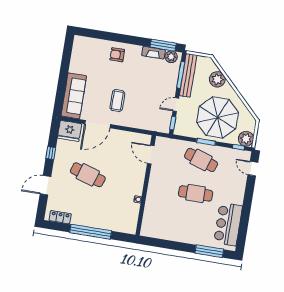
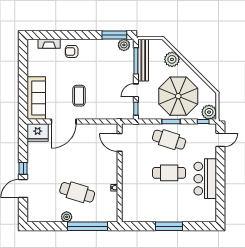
fireplace: (153, 53) -> (49, 44), moved
window: (51, 153) -> (23, 168), moved
door: (253, 169) -> (220, 140), swing flipped
cafe table: (88, 175) -> (77, 192), moved
locker: (60, 217) -> (42, 217), removed
plant: (85, 221) -> (67, 217), added
bar counter: (228, 224) -> (205, 179), moved
window: (91, 232) -> (88, 226), moved
window: (209, 251) -> (169, 226), moved

